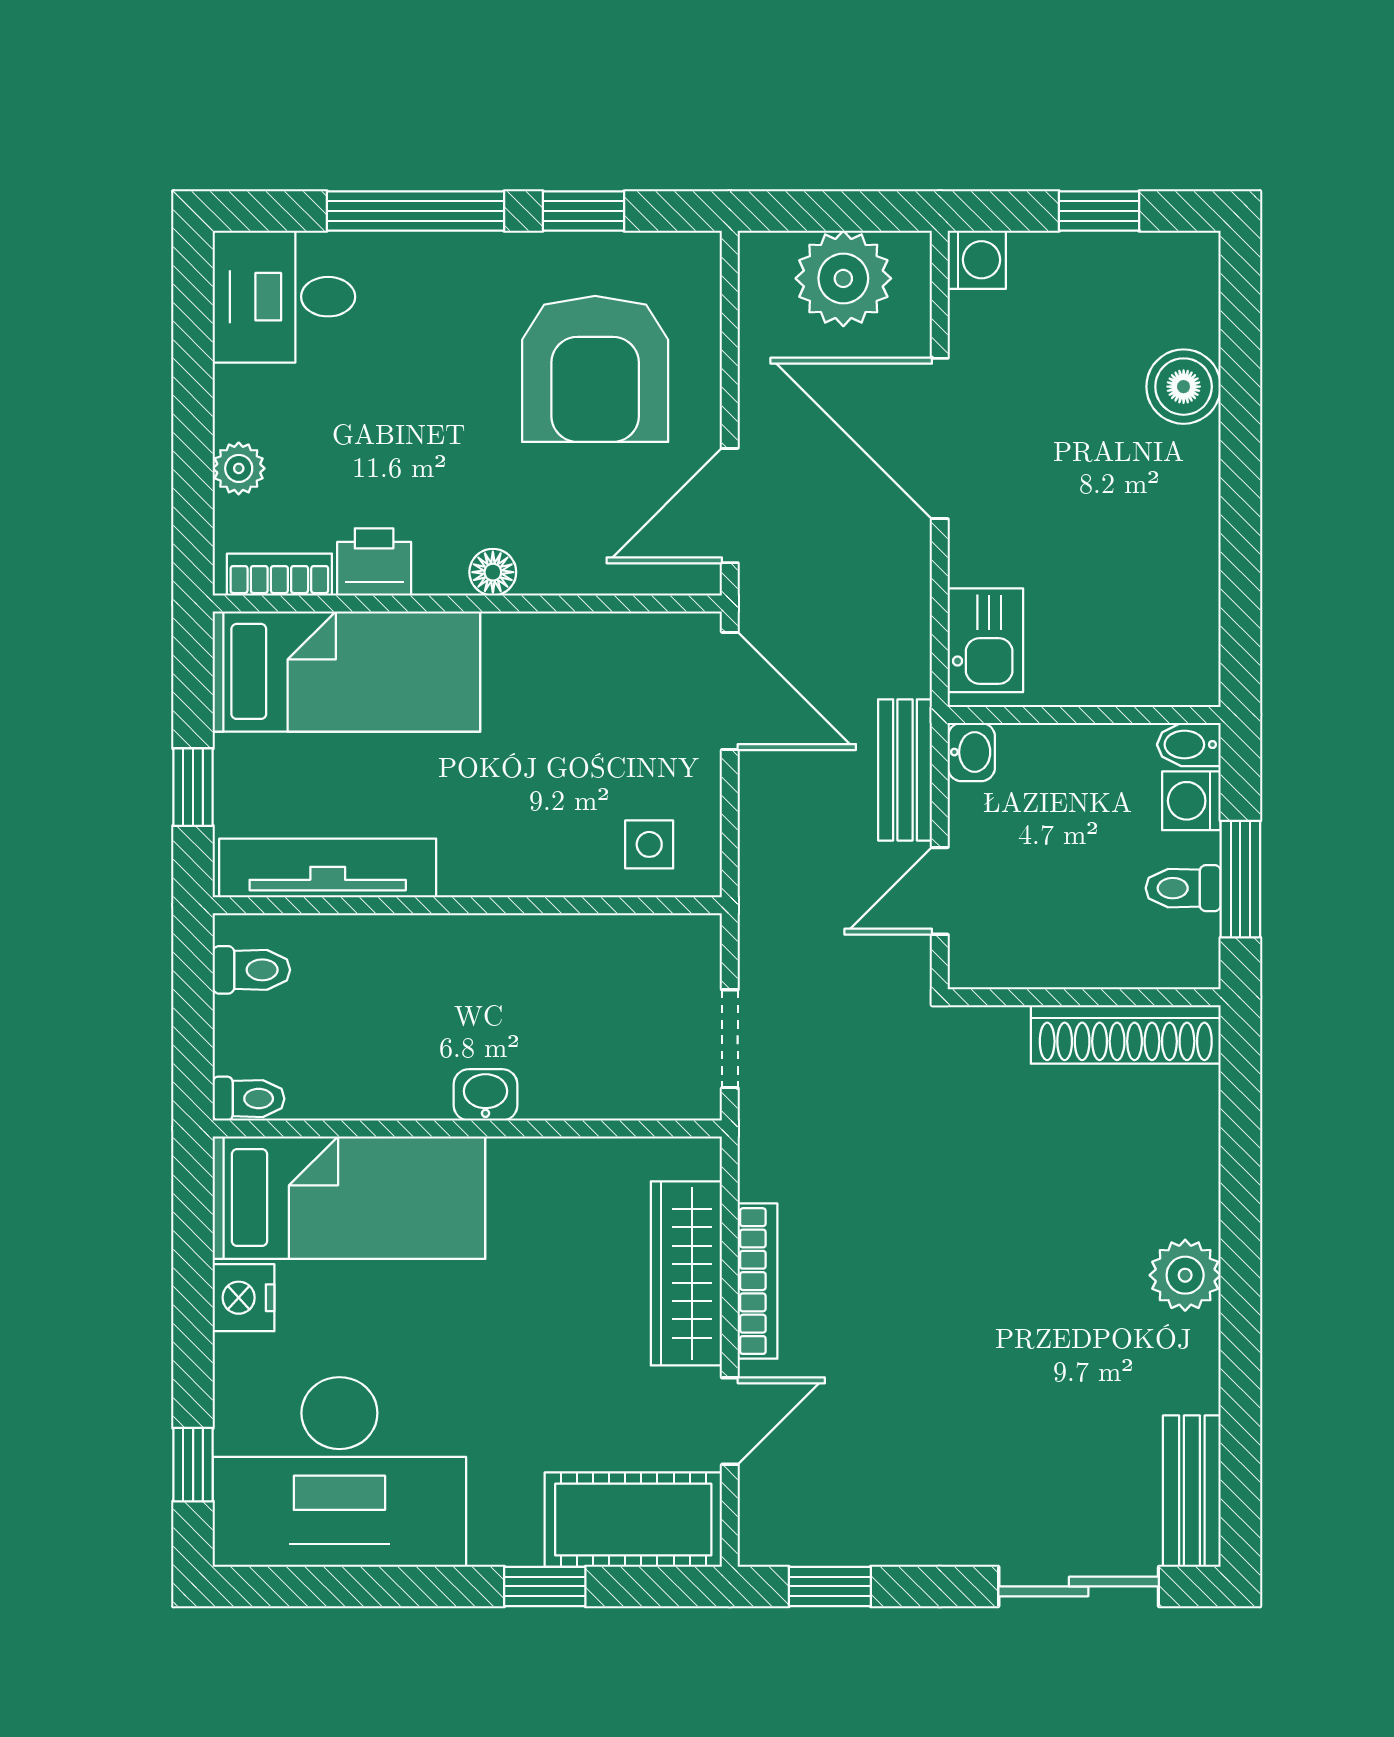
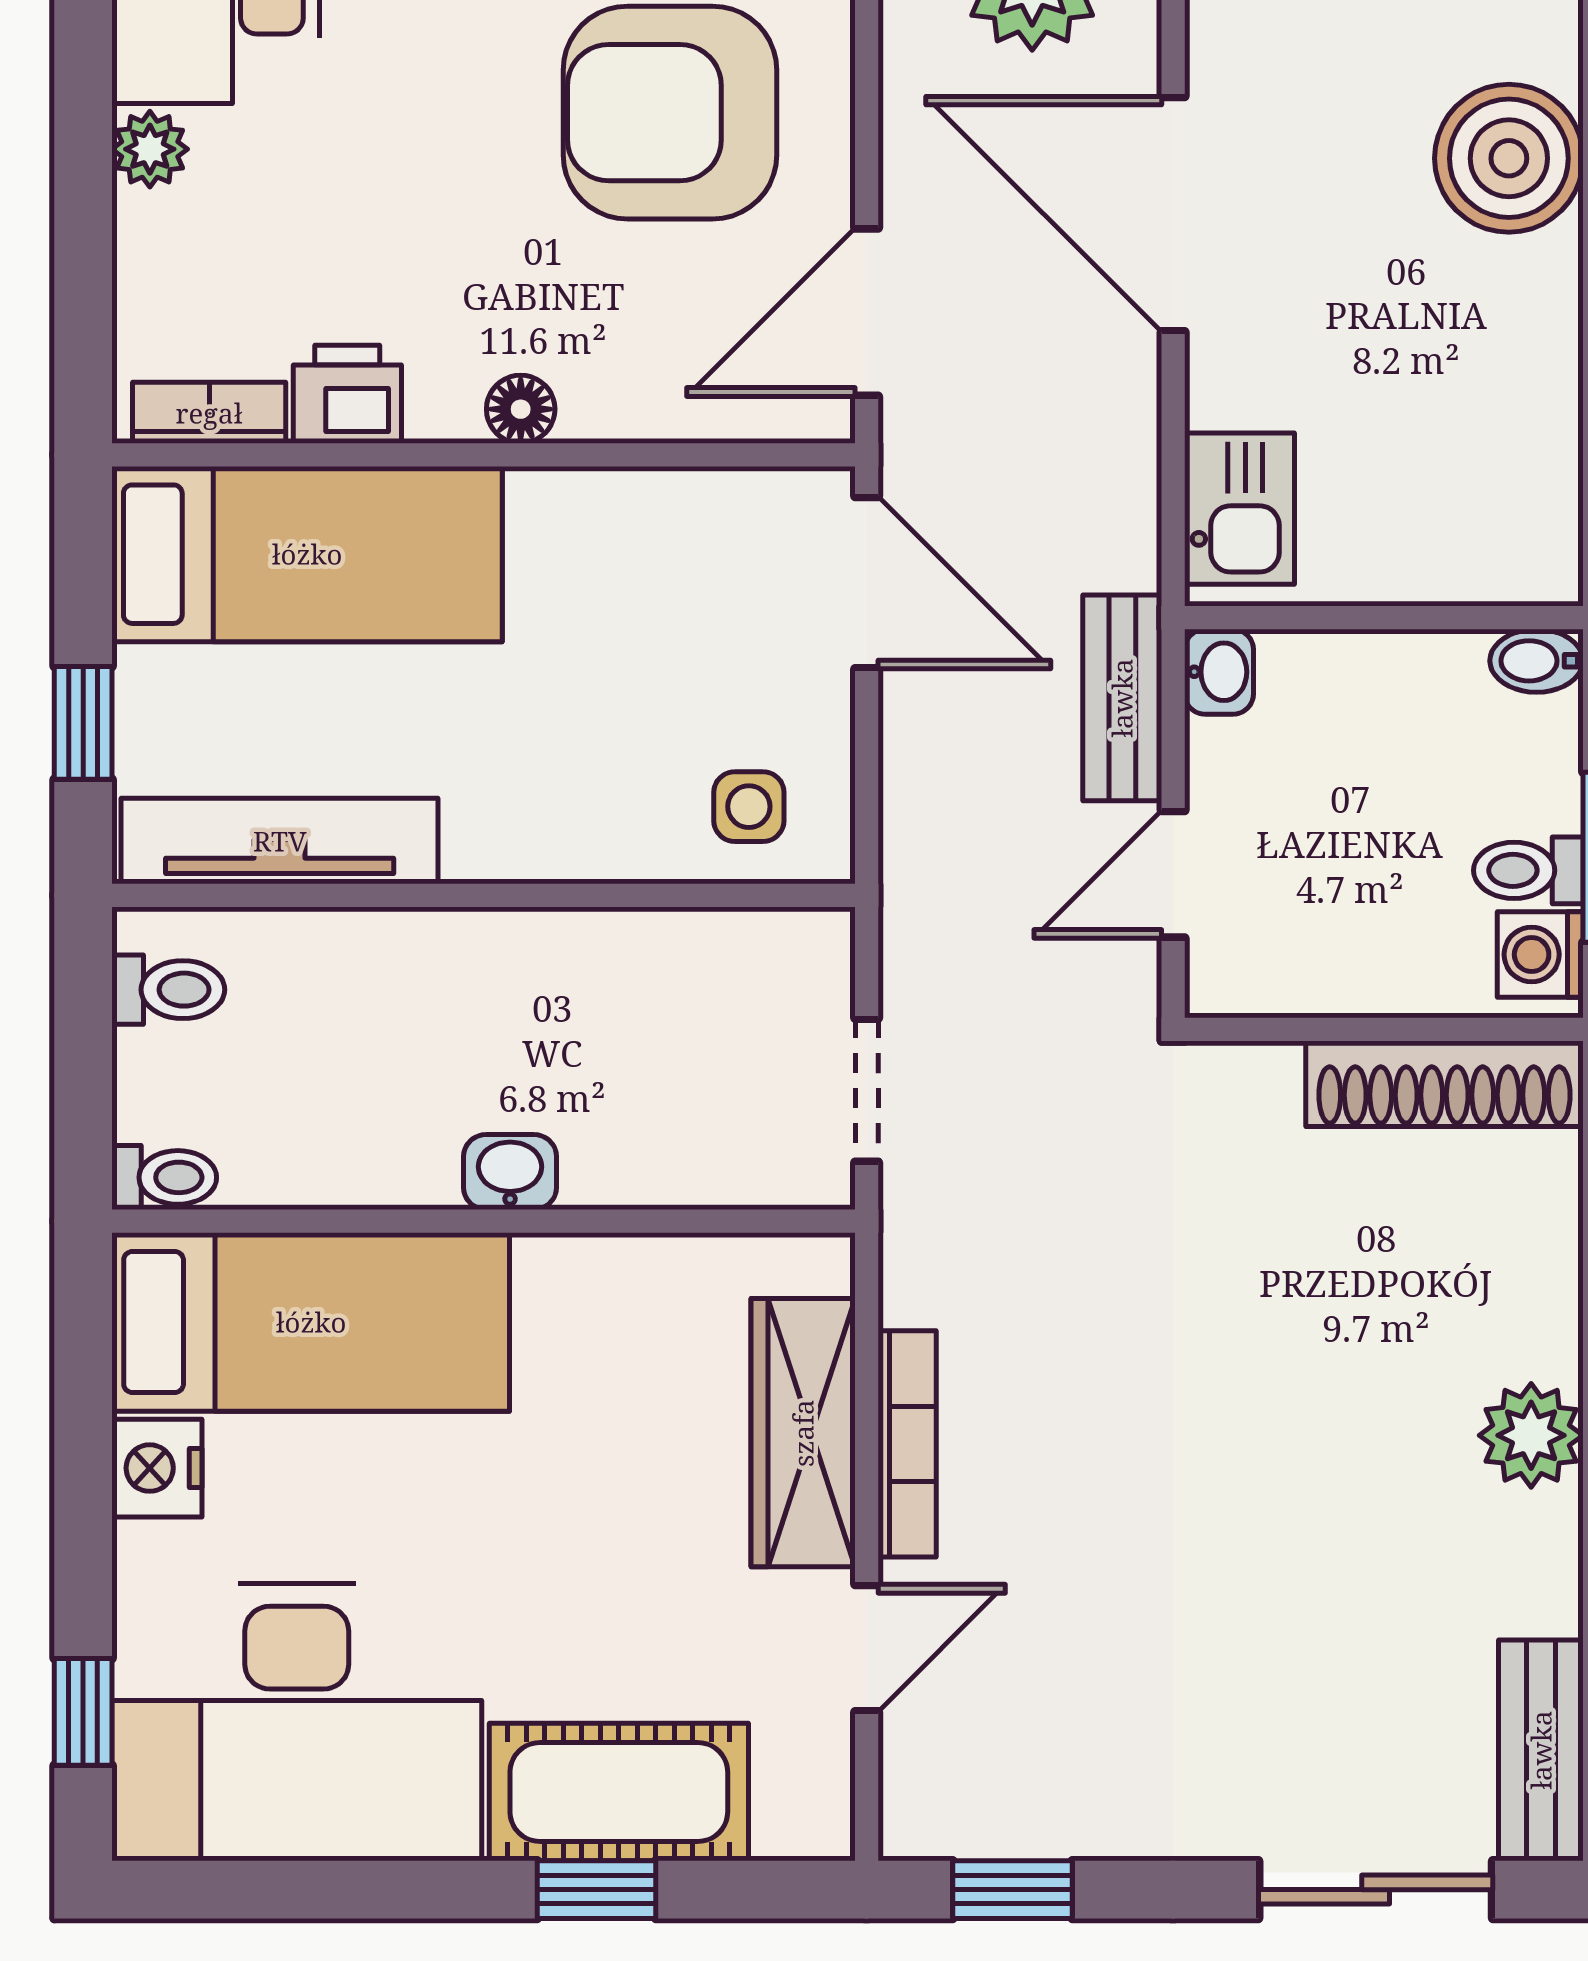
armchair: (595, 369) -> (670, 113), turned 90
boiler: (1184, 387) -> (1509, 158), width x1.37, depth x1.37
plant: (239, 468) -> (150, 149), moved
washing machine: (1191, 801) -> (1540, 954), moved
cot: (633, 1520) -> (619, 1792), moved

